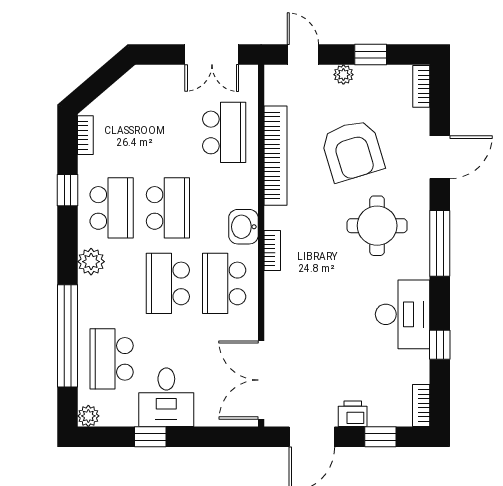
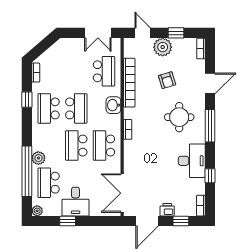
plant: (343, 75) -> (163, 47), width x1.88, depth x1.88
armchair: (352, 151) -> (167, 80), width x0.53, depth x0.53
school desk: (112, 208) -> (49, 108), turned 180
washbasin: (243, 227) -> (113, 105), moved
plant: (91, 262) -> (38, 158), moved

